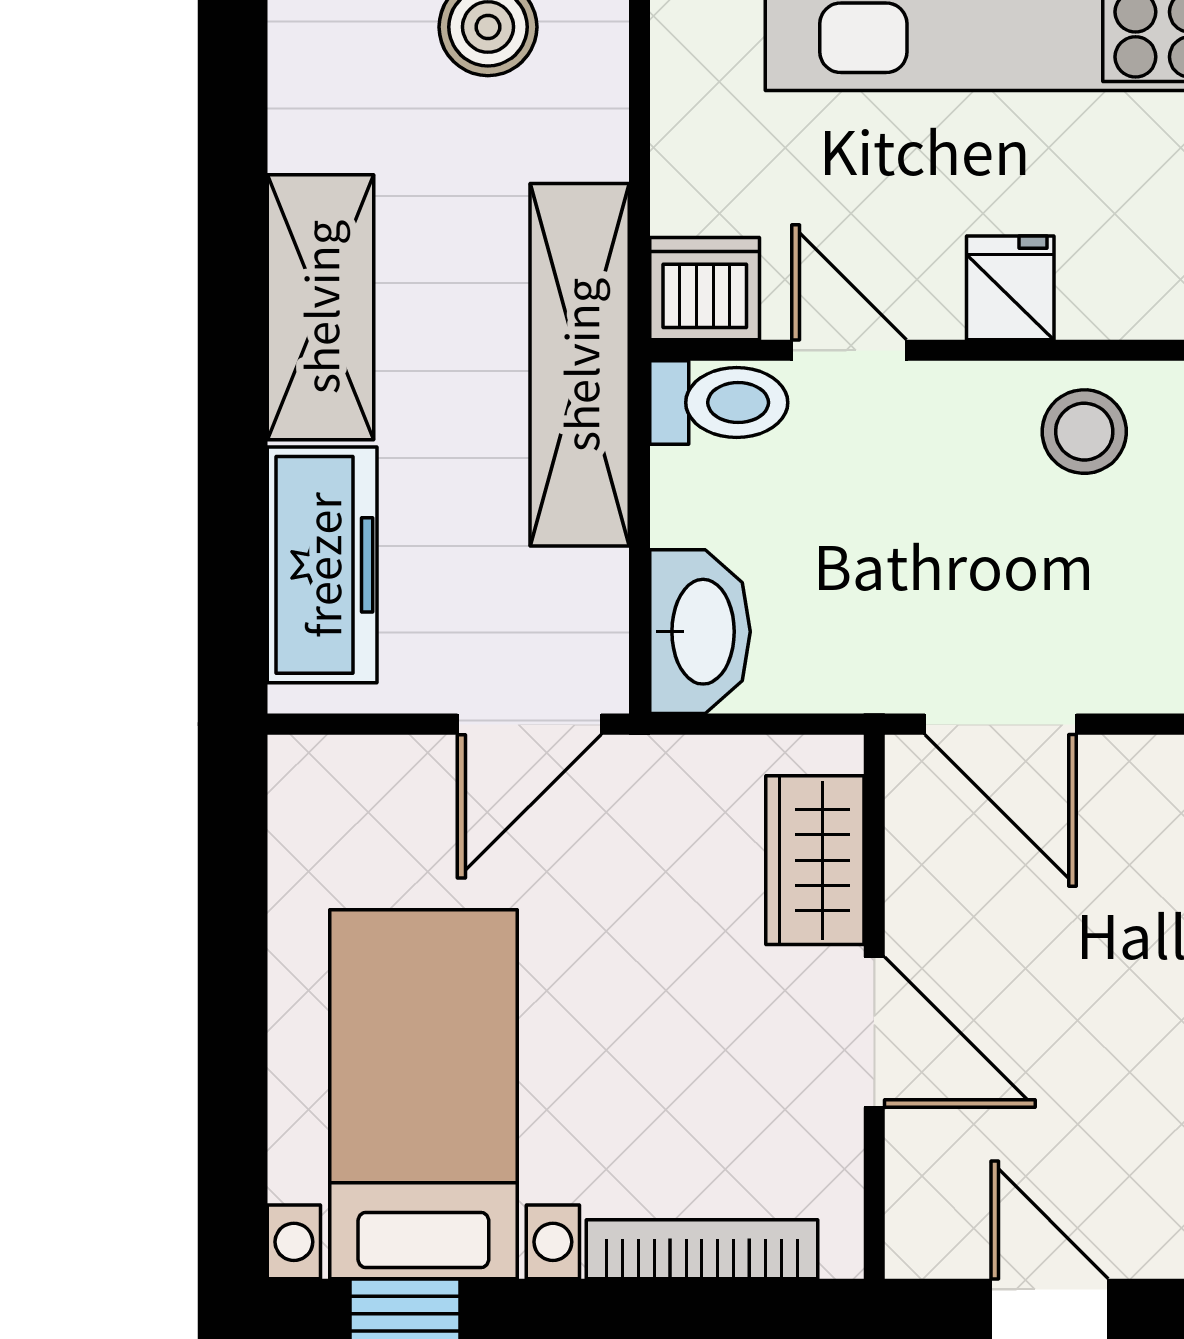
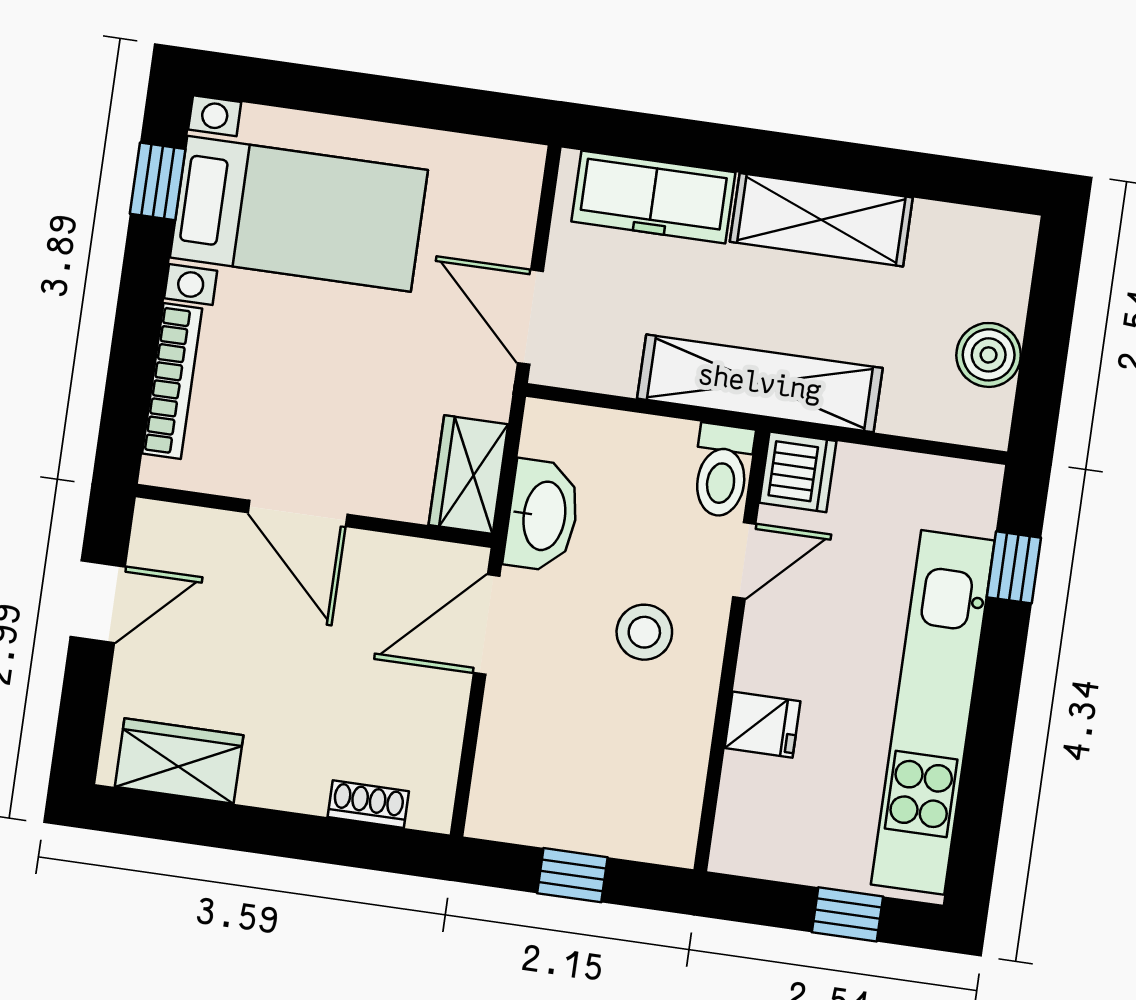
fridge: (1010, 288) -> (762, 725), moved
stool: (1084, 432) -> (644, 632), moved
washbasin: (700, 632) -> (542, 516), moved, turned -90
wardrobe: (815, 860) -> (468, 475), moved, turned -90
door: (874, 1032) -> (298, 513), hinge flipped

